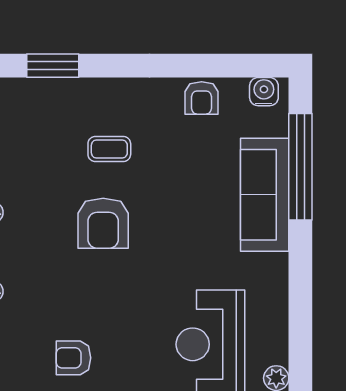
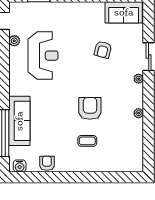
window: (53, 66) -> (112, 177), removed
armchair: (73, 358) -> (103, 50), turned 105

